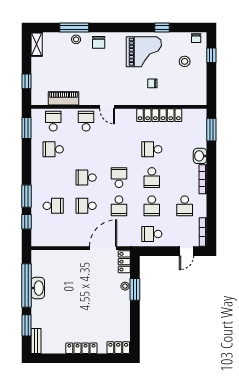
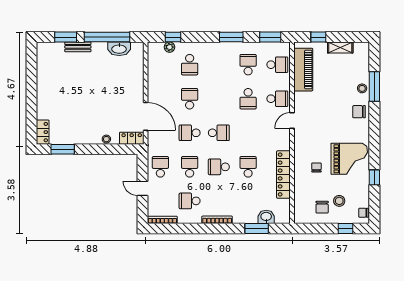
shelving: (37, 44) -> (340, 48), moved
grand piano: (144, 52) -> (349, 159), turned -90
chair: (191, 78) -> (322, 207), added
piano: (63, 98) -> (303, 70), width x1.37, depth x1.33
window: (211, 130) -> (257, 229), moved
washbasin: (200, 156) -> (266, 217), moved
school desk: (86, 178) -> (248, 99), moved, turned 180
window: (27, 196) -> (231, 37), moved
school desk: (152, 206) -> (190, 167), turned 90
plant: (36, 225) -> (169, 47), added
door: (186, 251) -> (143, 188), moved
washbasin: (38, 288) -> (119, 49), moved
window: (135, 289) -> (63, 149), moved
bench: (36, 341) -> (78, 47), moved
locker: (81, 348) -> (42, 94), removed

